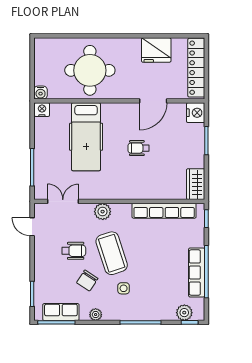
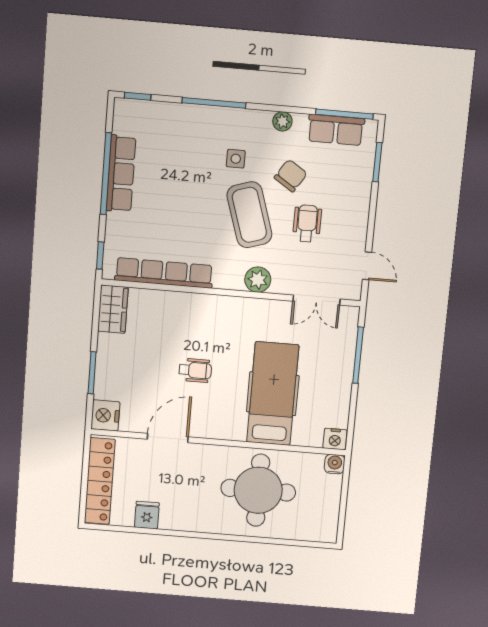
fridge: (156, 50) -> (147, 515), width x0.53, depth x0.75
wheelchair: (74, 251) -> (307, 223), turned 90
plant: (184, 313) -> (145, 113), removed

